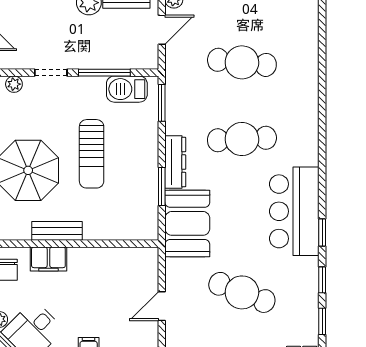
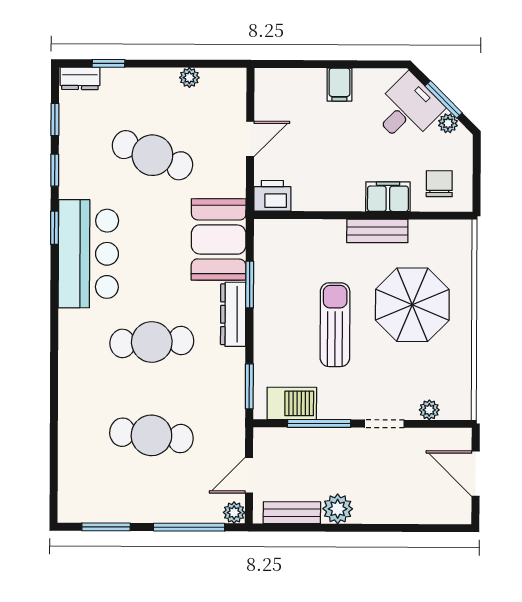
printer: (143, 259) -> (272, 196), added

